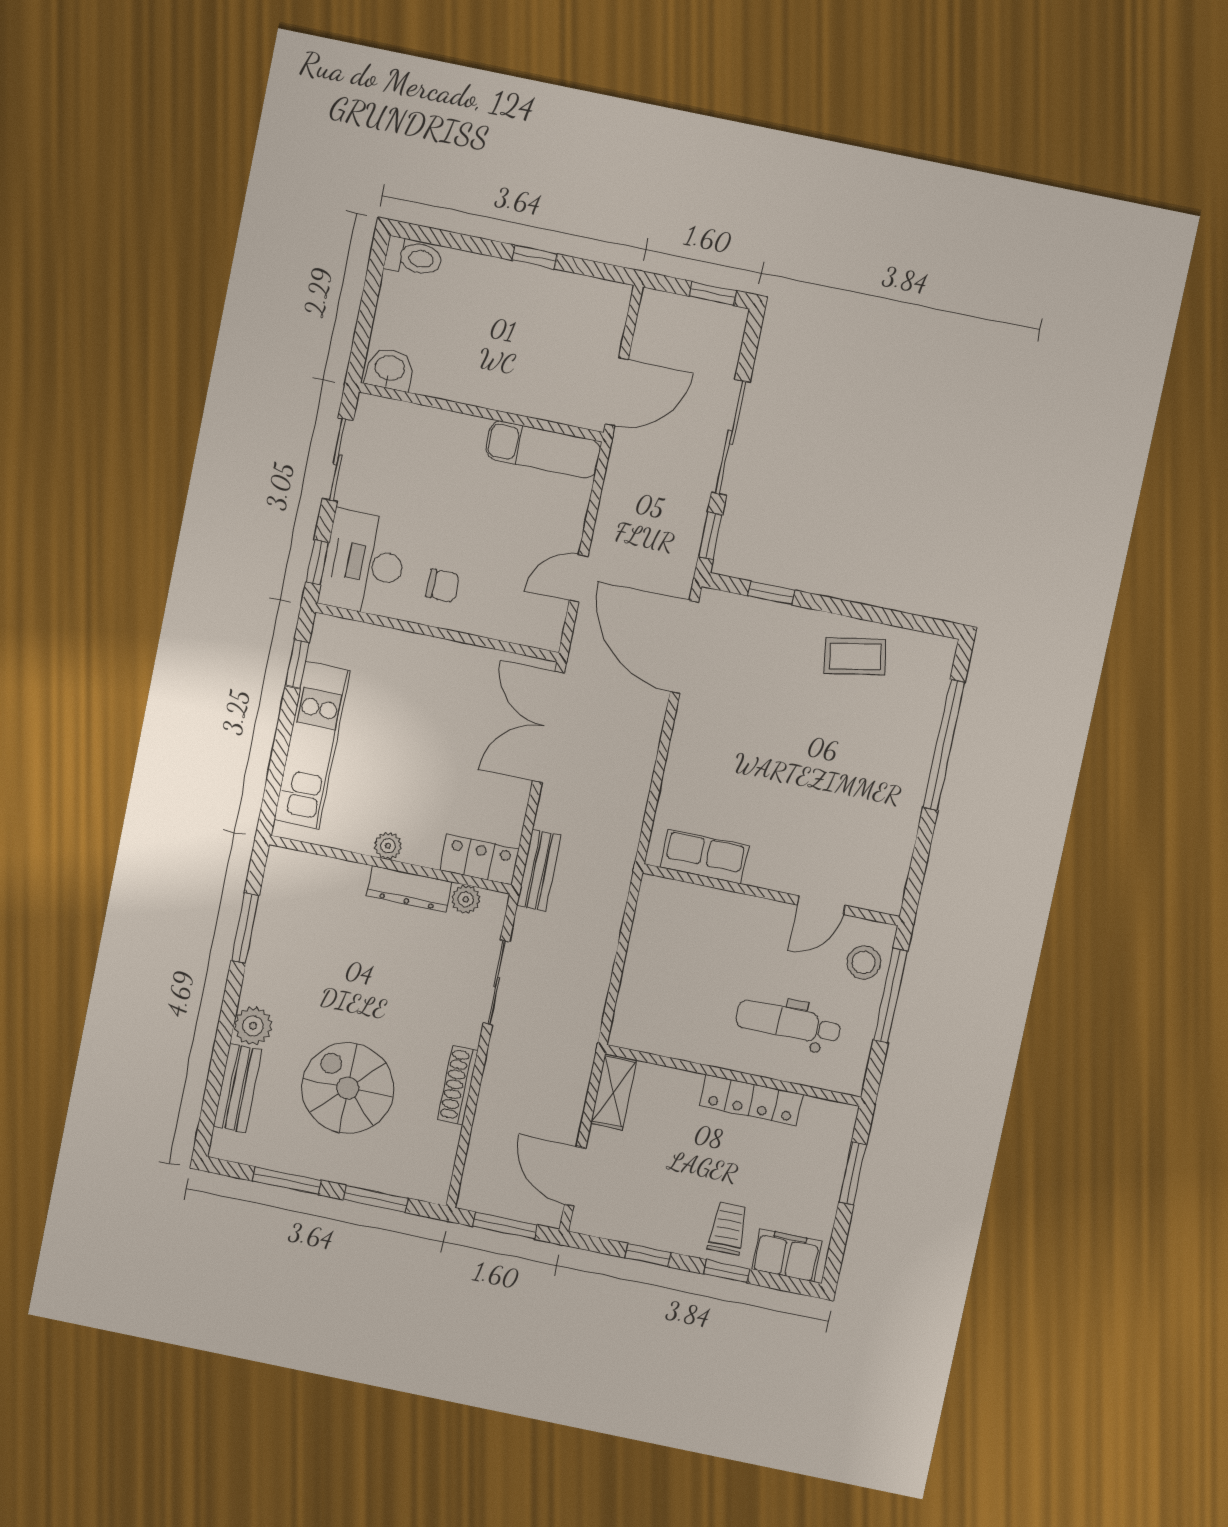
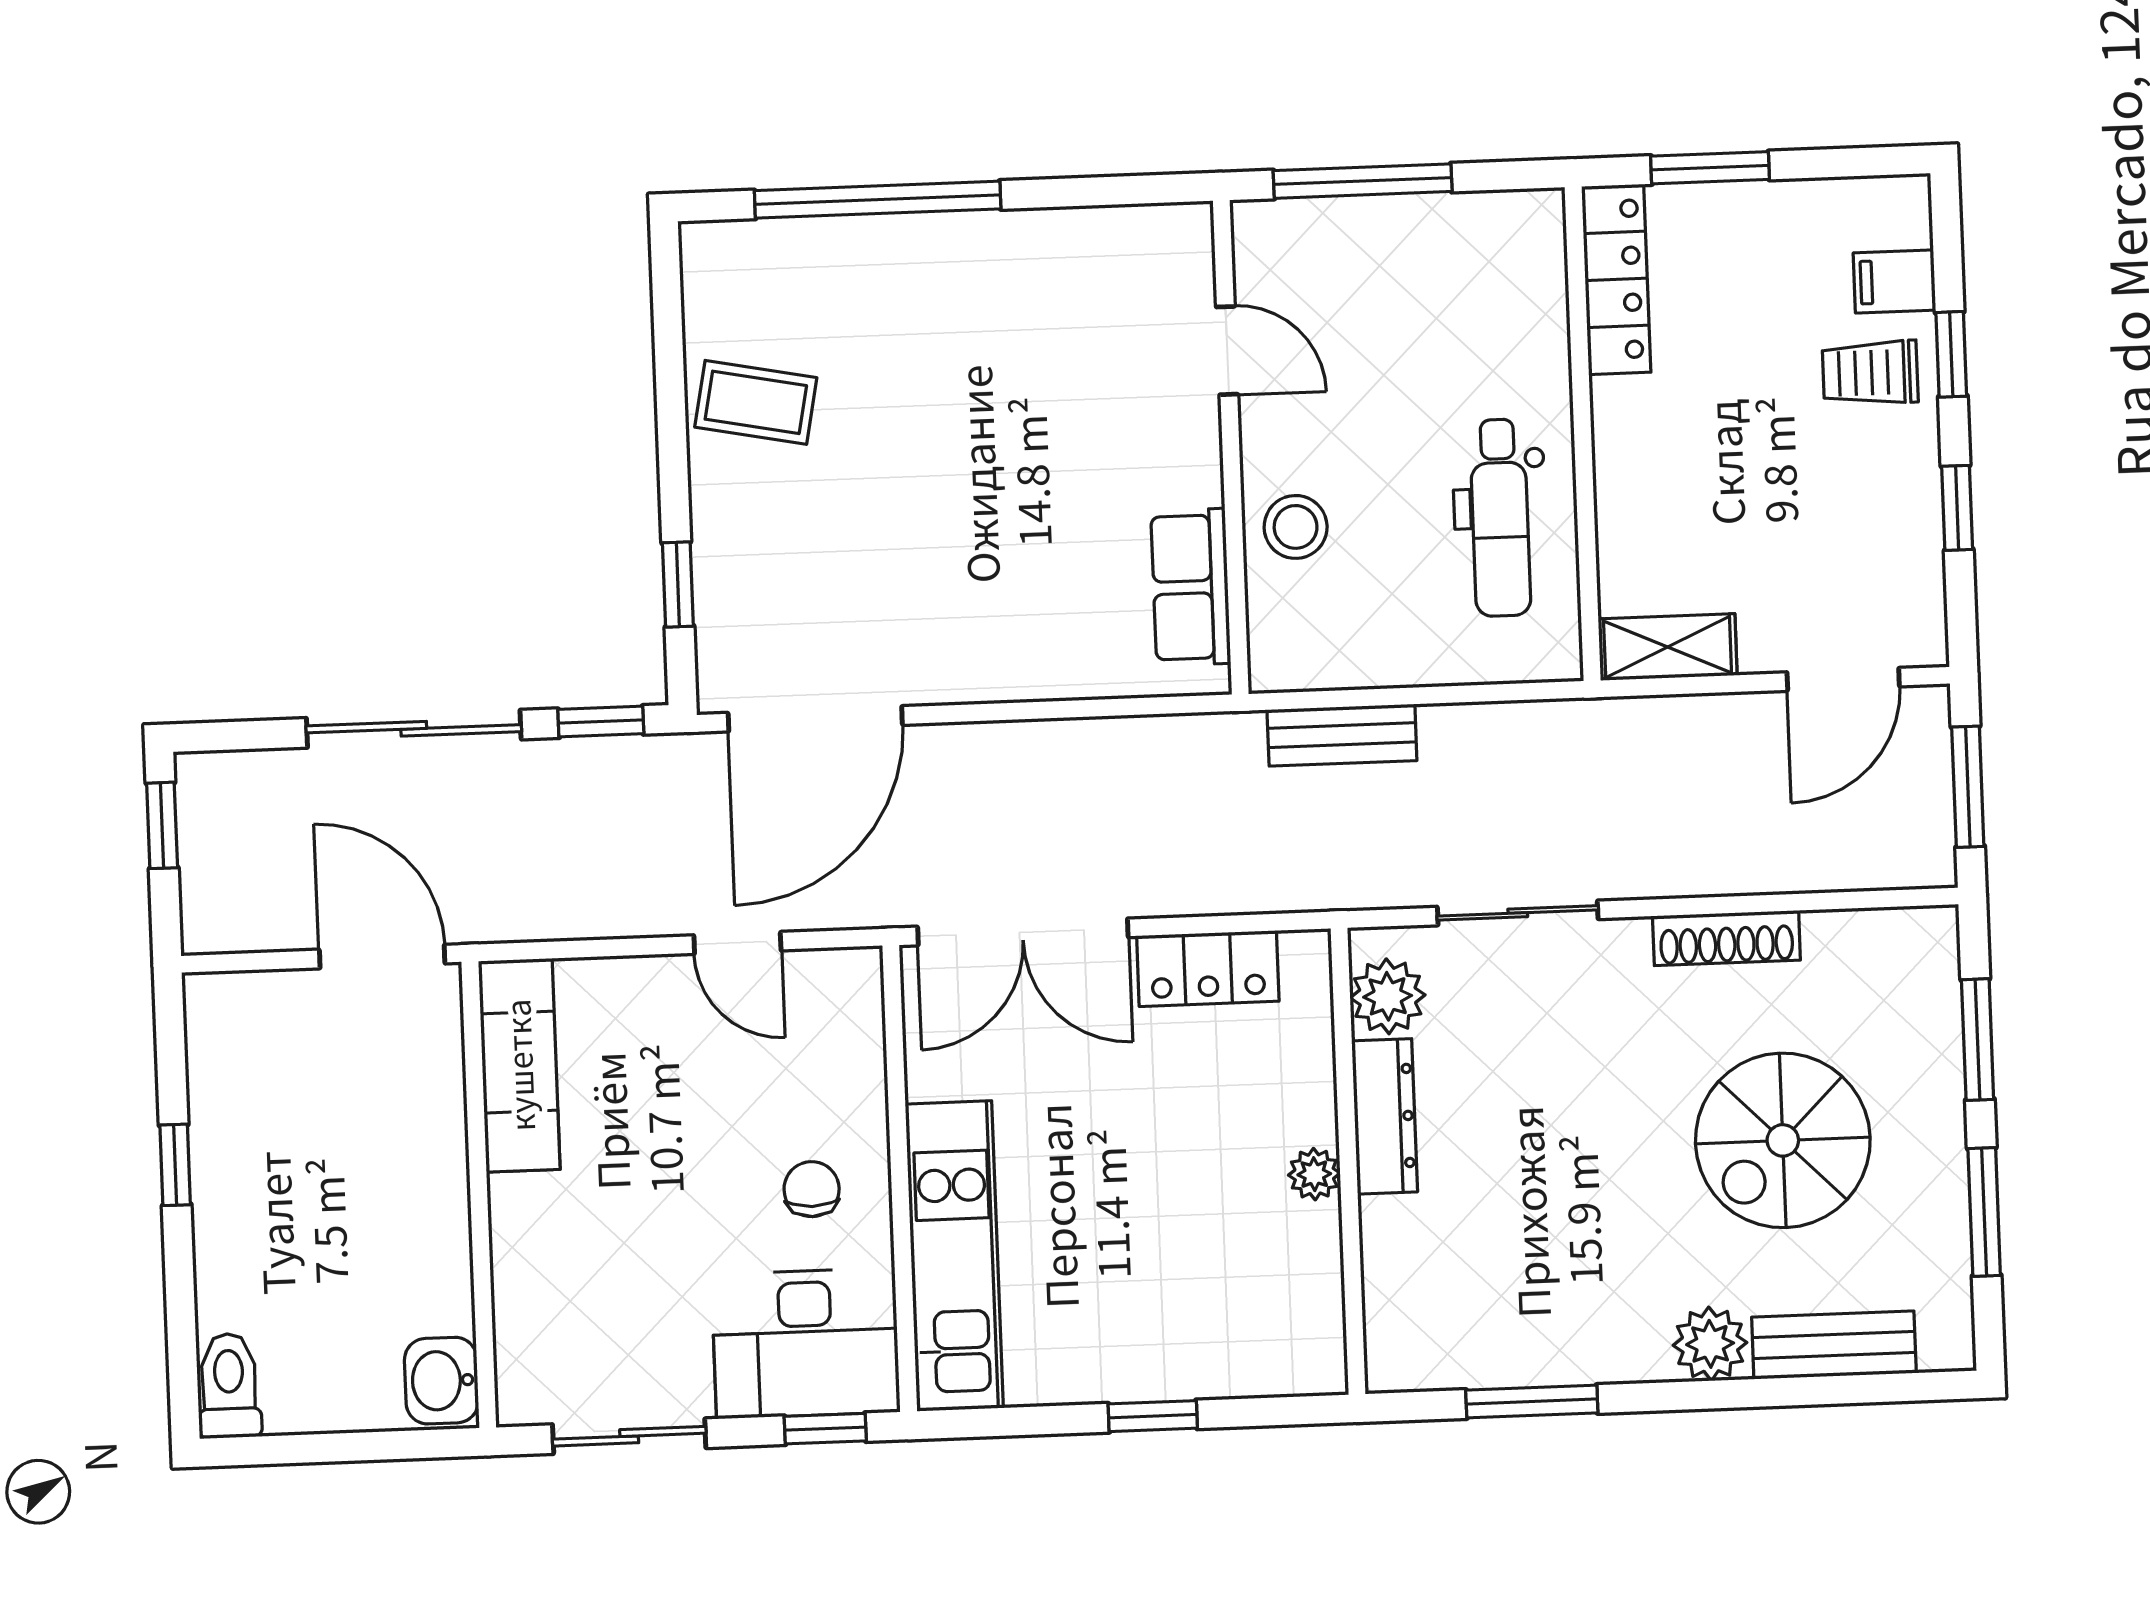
coffee table: (855, 656) -> (756, 402), turned -69
window: (297, 664) -> (1153, 1416), moved
kitchen unit: (312, 745) -> (954, 1256), moved, turned 90
locker: (479, 860) -> (1208, 969), moved, turned -90
bench: (539, 870) -> (1342, 735), moved
plant: (466, 899) -> (1388, 996), width x1.38, depth x1.38
stool: (864, 962) -> (1296, 527), moved
dental chair: (789, 1023) -> (1500, 518), moved
locker: (751, 1100) -> (1616, 279), moved
filing cabinet: (787, 1255) -> (1894, 281), width x0.50

